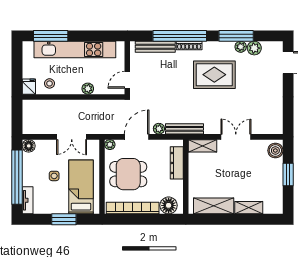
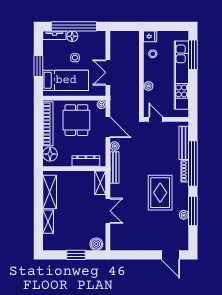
plant: (254, 48) -> (183, 226), removed
floor lamp: (29, 146) -> (72, 36), moved

